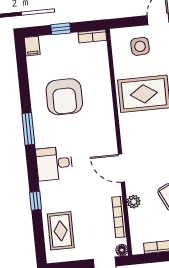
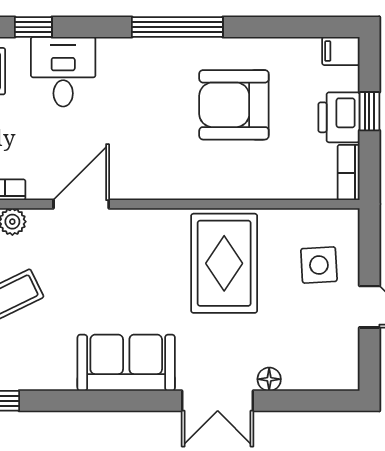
printer: (65, 44) -> (339, 117), added
window: (28, 129) -> (177, 27), width x1.44
desk: (54, 163) -> (63, 72), moved

